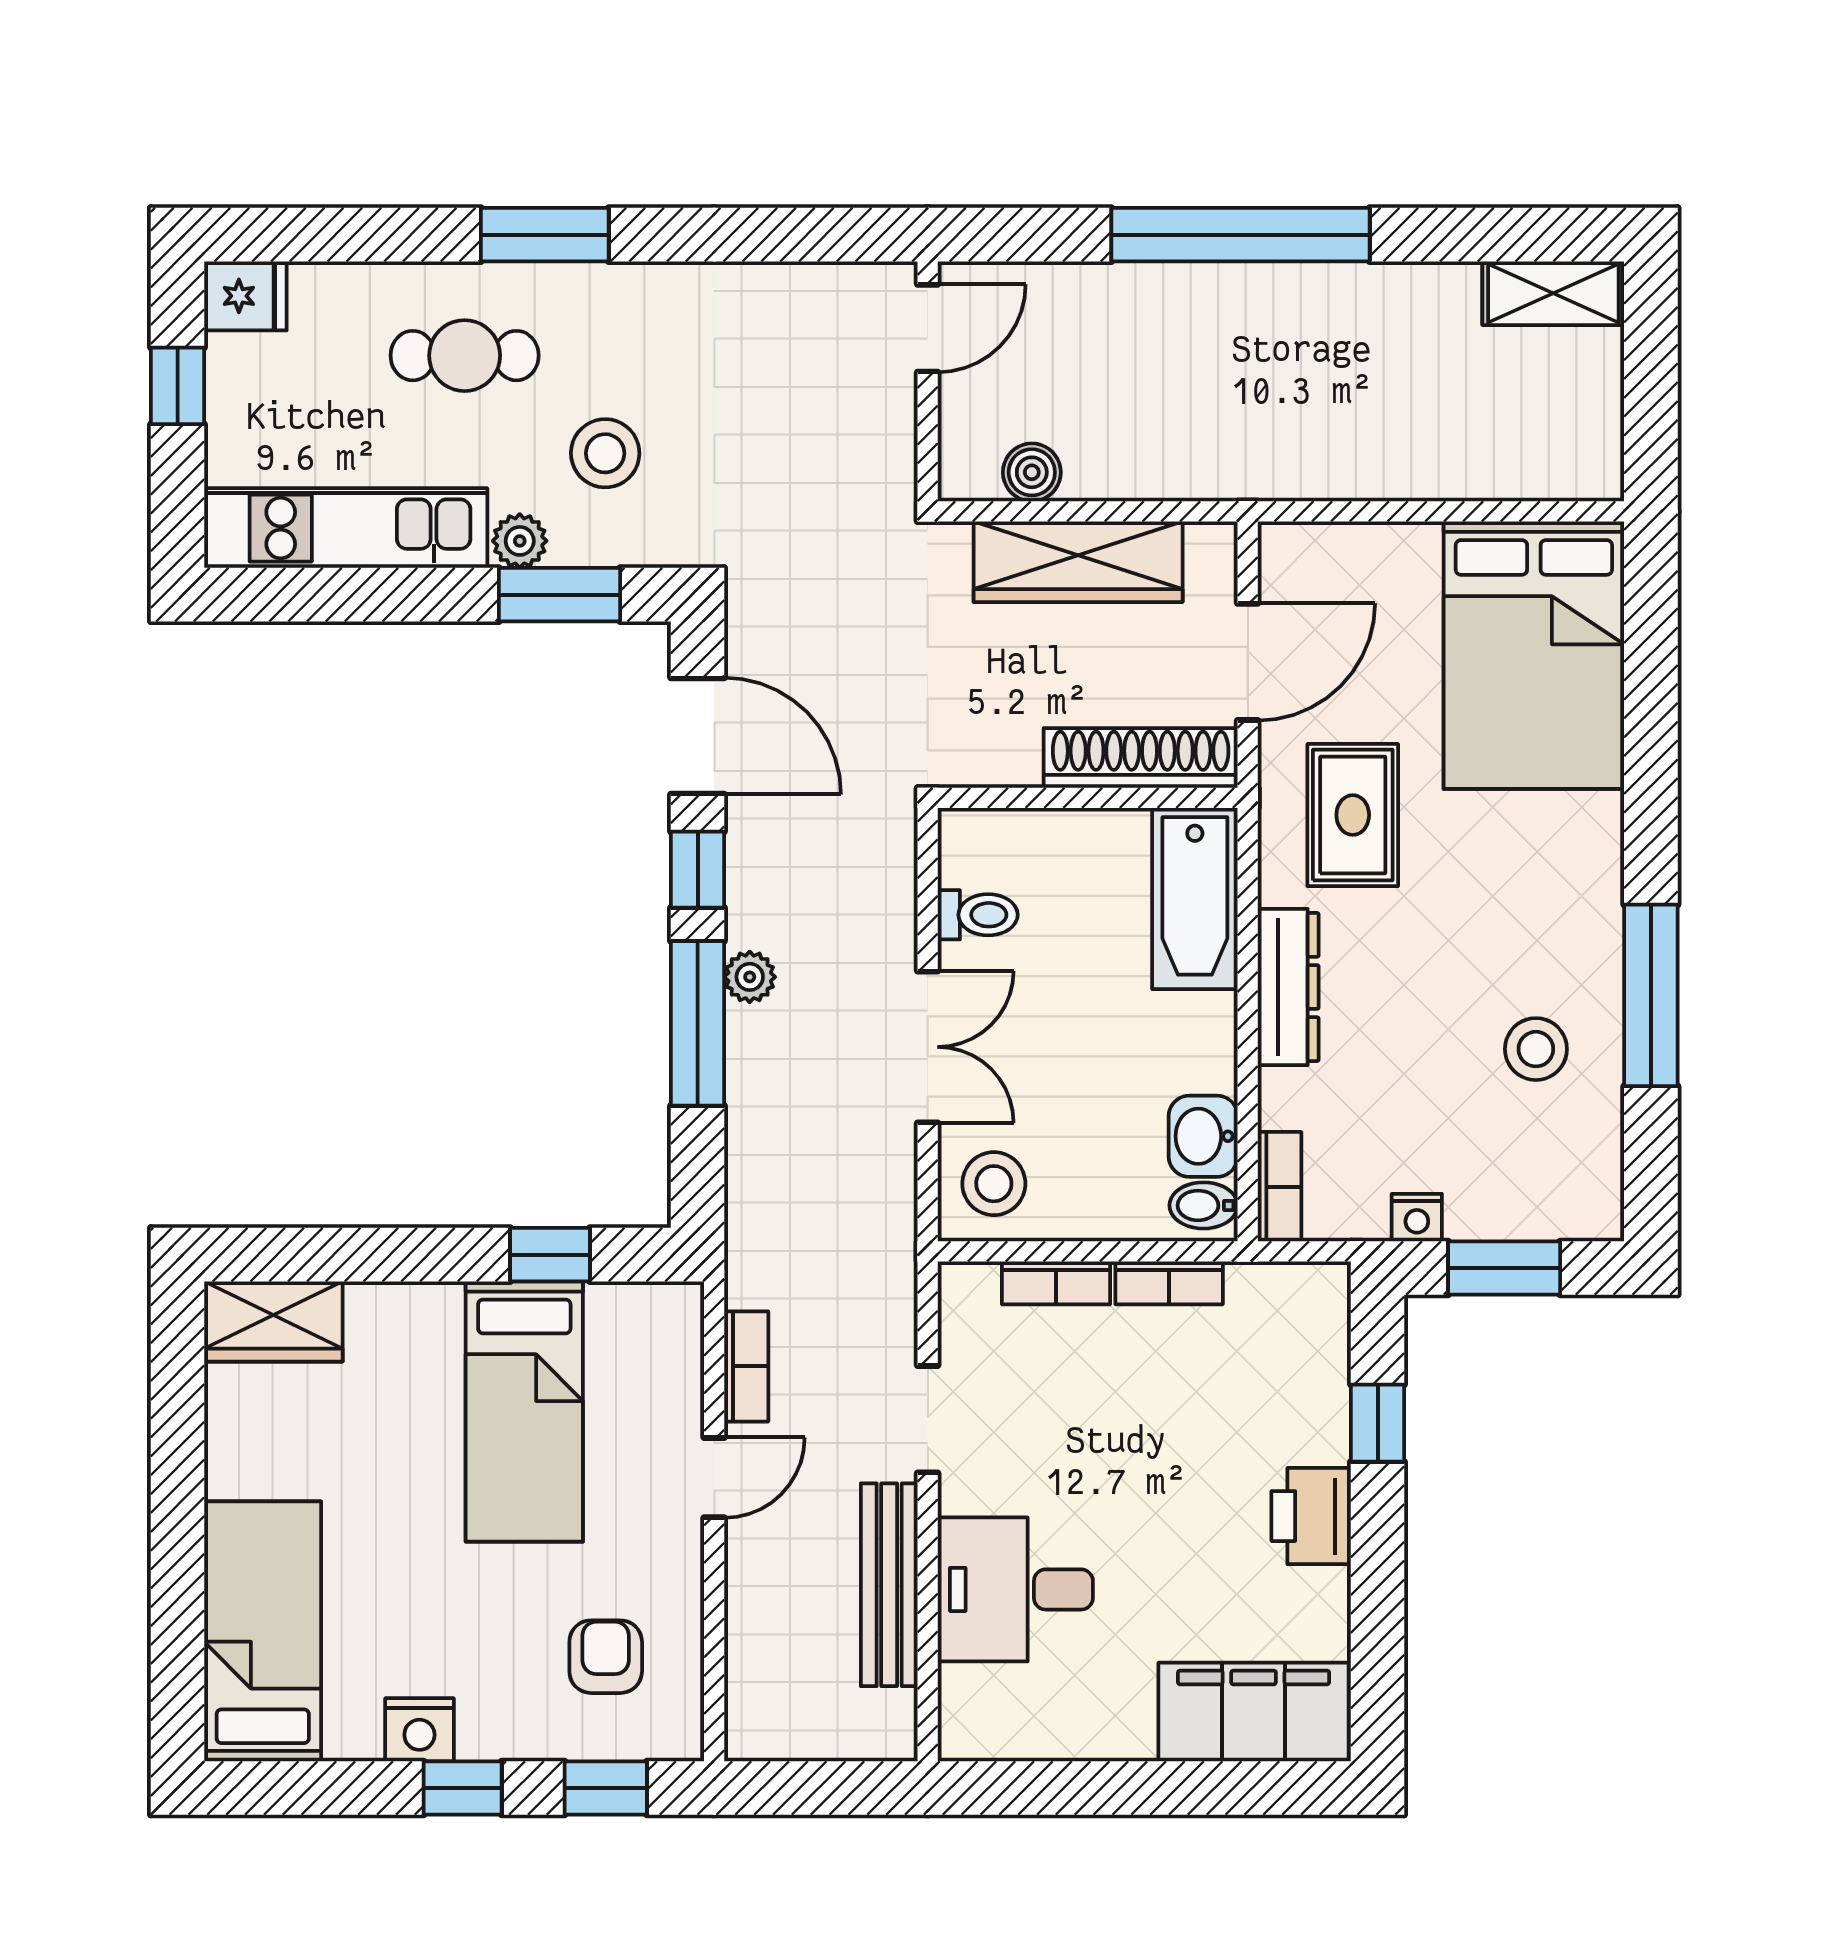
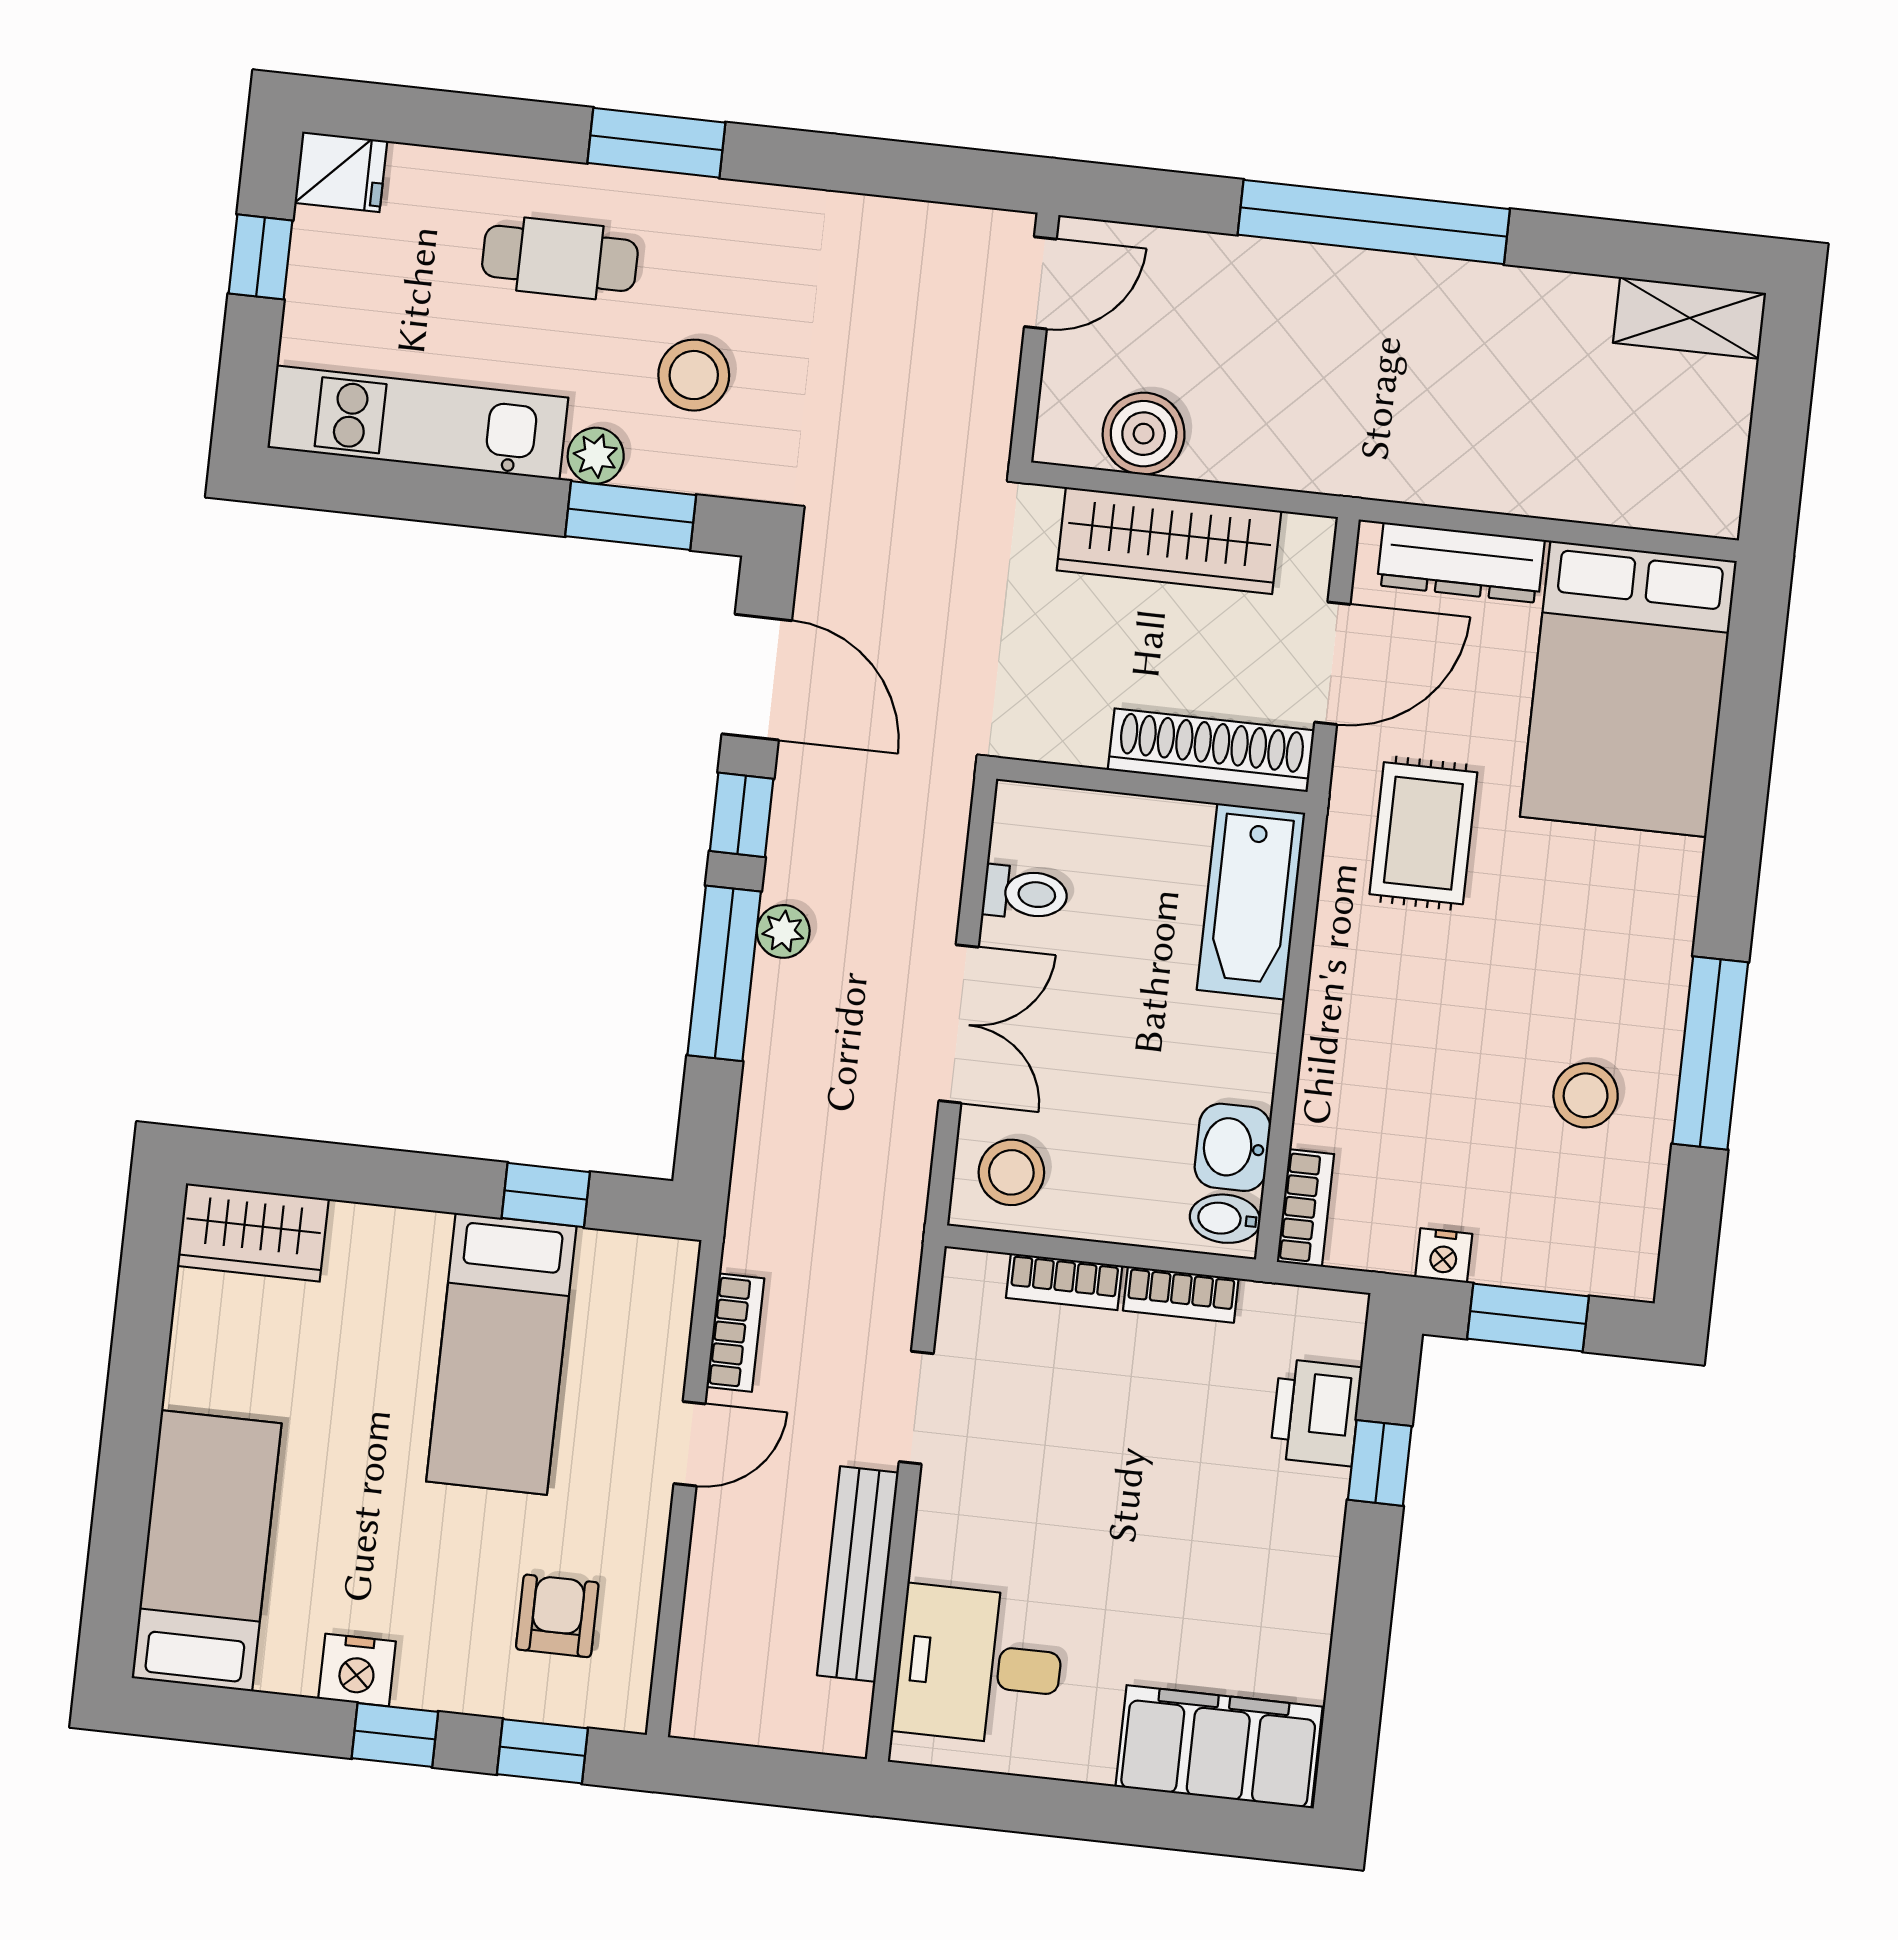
boiler: (1032, 472) -> (1144, 434), width x1.36, depth x1.36
dresser: (1288, 987) -> (1461, 563), moved, turned 90
printer: (1311, 1516) -> (1316, 1412), moved
desk: (1015, 1589) -> (979, 1666), moved

